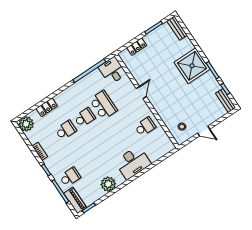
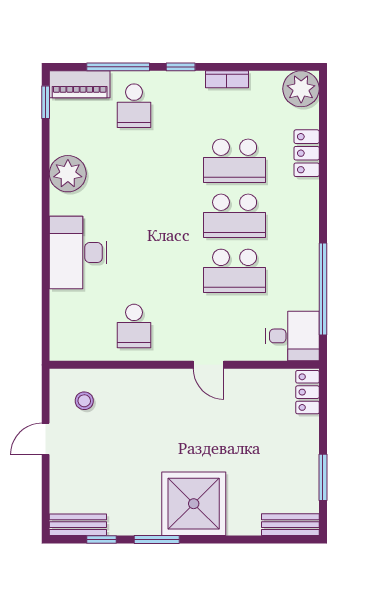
locker: (137, 47) -> (307, 392), moved
school desk: (85, 118) -> (235, 216), width x1.85
school desk: (66, 130) -> (235, 161), width x1.85

